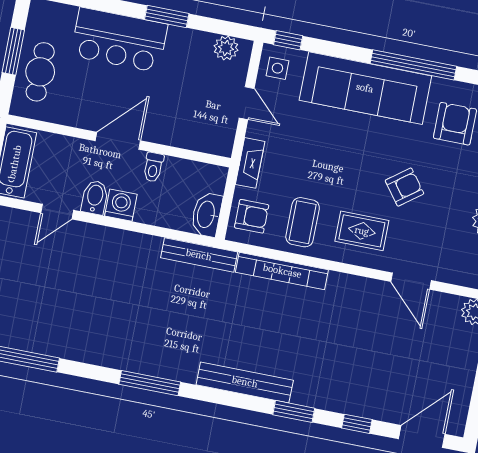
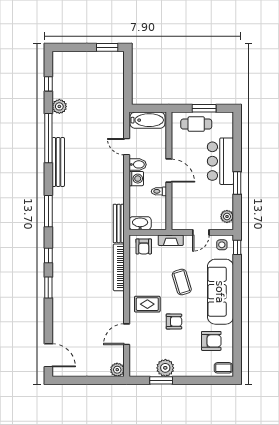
window: (413, 65) -> (237, 314), removed
armchair: (404, 187) -> (174, 321), turned -53
coffee table: (303, 222) -> (182, 282), moved, turned 73
rug: (362, 231) -> (147, 304), turned 90
bench: (245, 382) -> (58, 162), moved
window: (357, 424) -> (48, 255), moved

